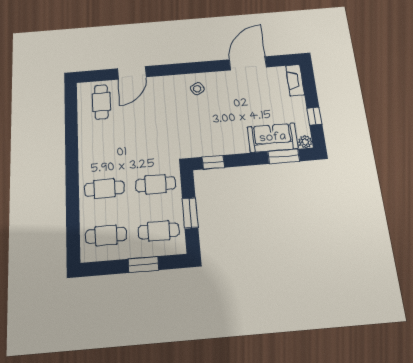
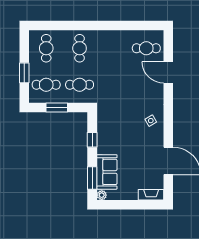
window: (314, 116) -> (121, 205), removed
window: (213, 162) -> (92, 140), moved
cafe table: (156, 184) -> (80, 85), turned 90
cafe table: (159, 231) -> (46, 85), turned 90

